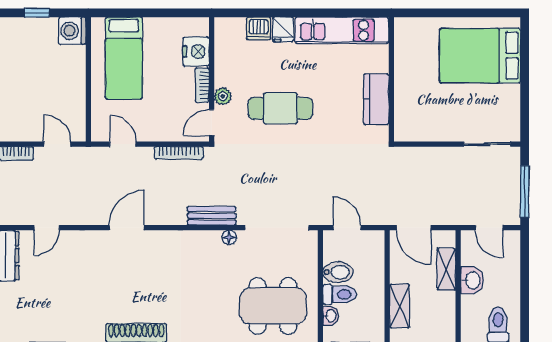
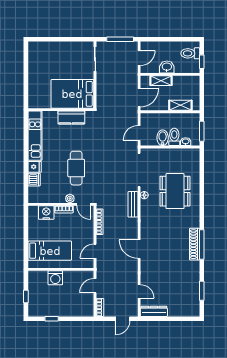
washing machine: (72, 31) -> (55, 278), moved
bed: (480, 56) -> (72, 94), moved, turned 90
dining table: (273, 306) -> (175, 191), moved

